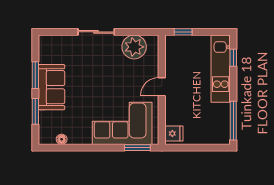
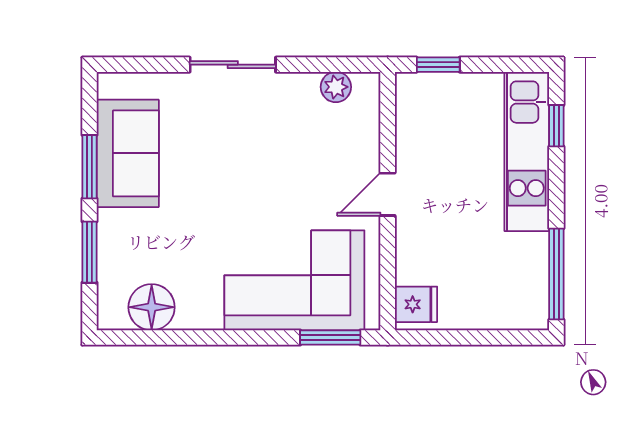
plant: (134, 47) -> (336, 87), width x0.53, depth x0.53
sofa: (52, 87) -> (128, 153), moved
floor lamp: (62, 139) -> (152, 307), width x1.89, depth x1.89

